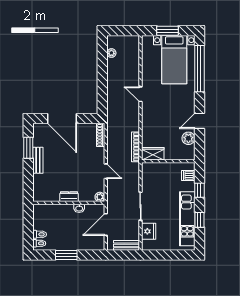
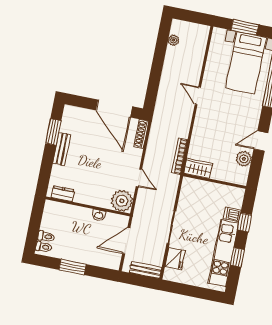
door: (62, 119) -> (114, 108), moved
dishwasher: (188, 176) -> (232, 214), moved
dresser: (69, 197) -> (63, 194), moved
plant: (100, 197) -> (122, 201), width x1.88, depth x1.88

